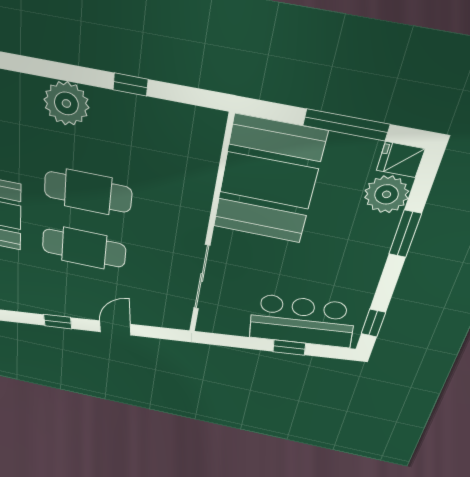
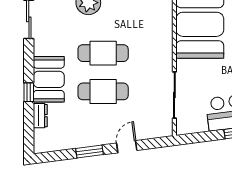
window: (58, 322) -> (89, 152), width x1.50

